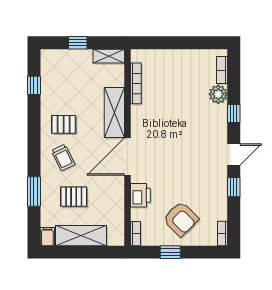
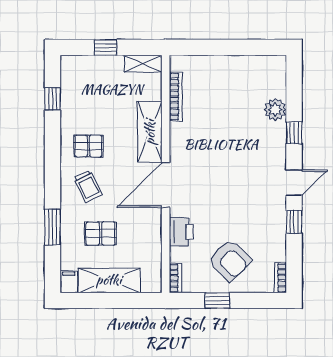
bookcase: (222, 70) -> (280, 80), removed

